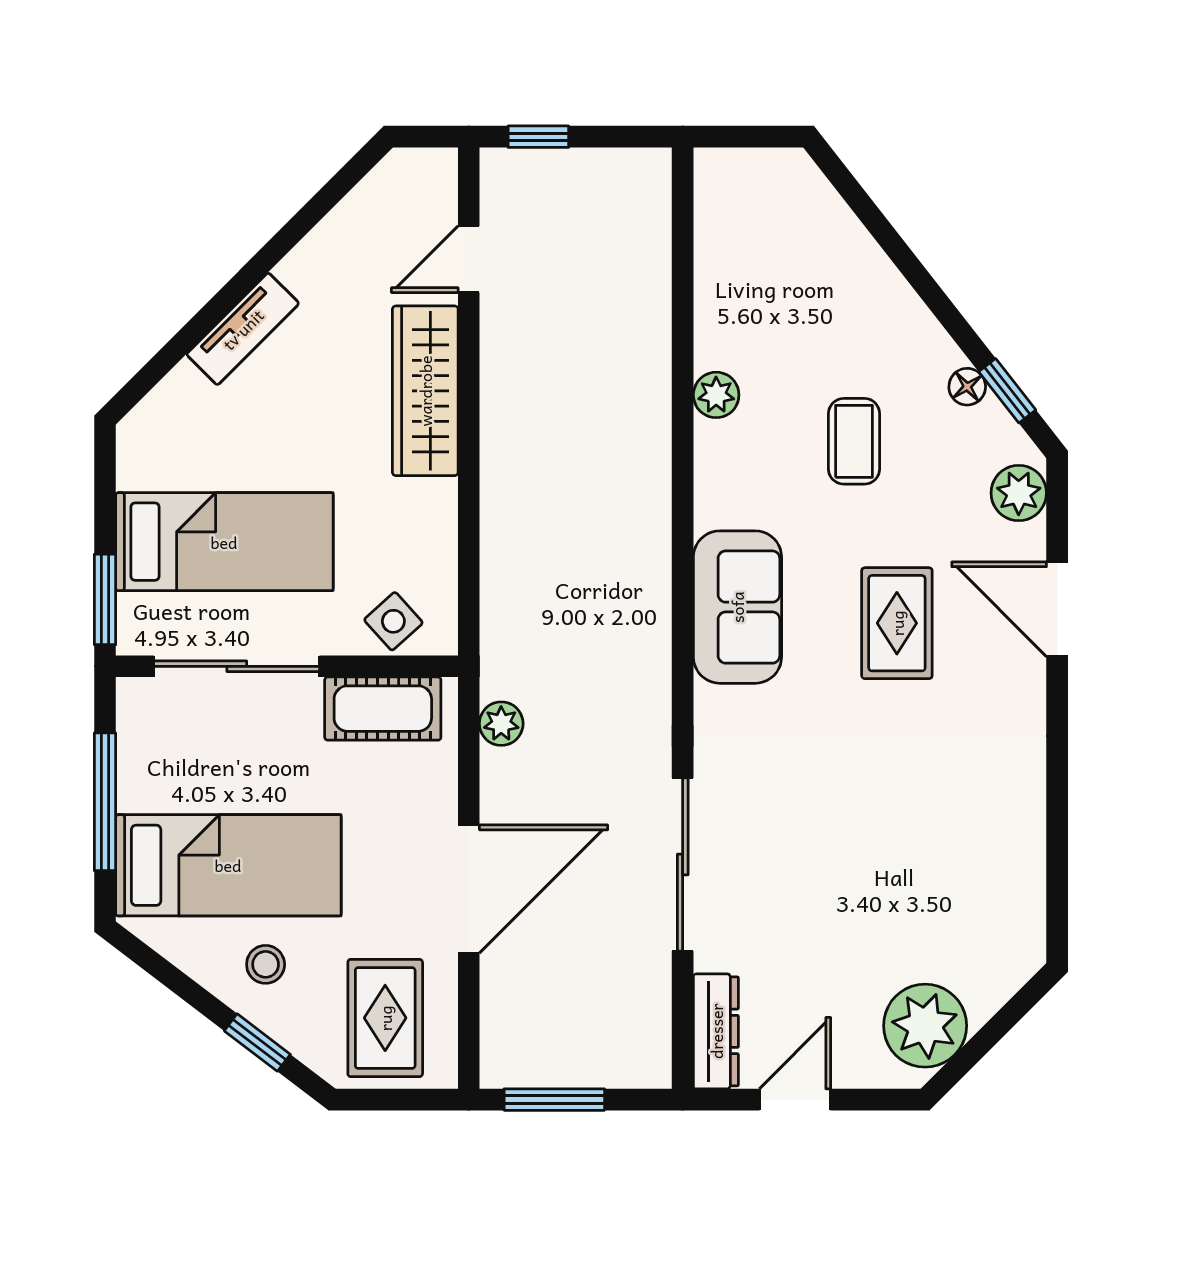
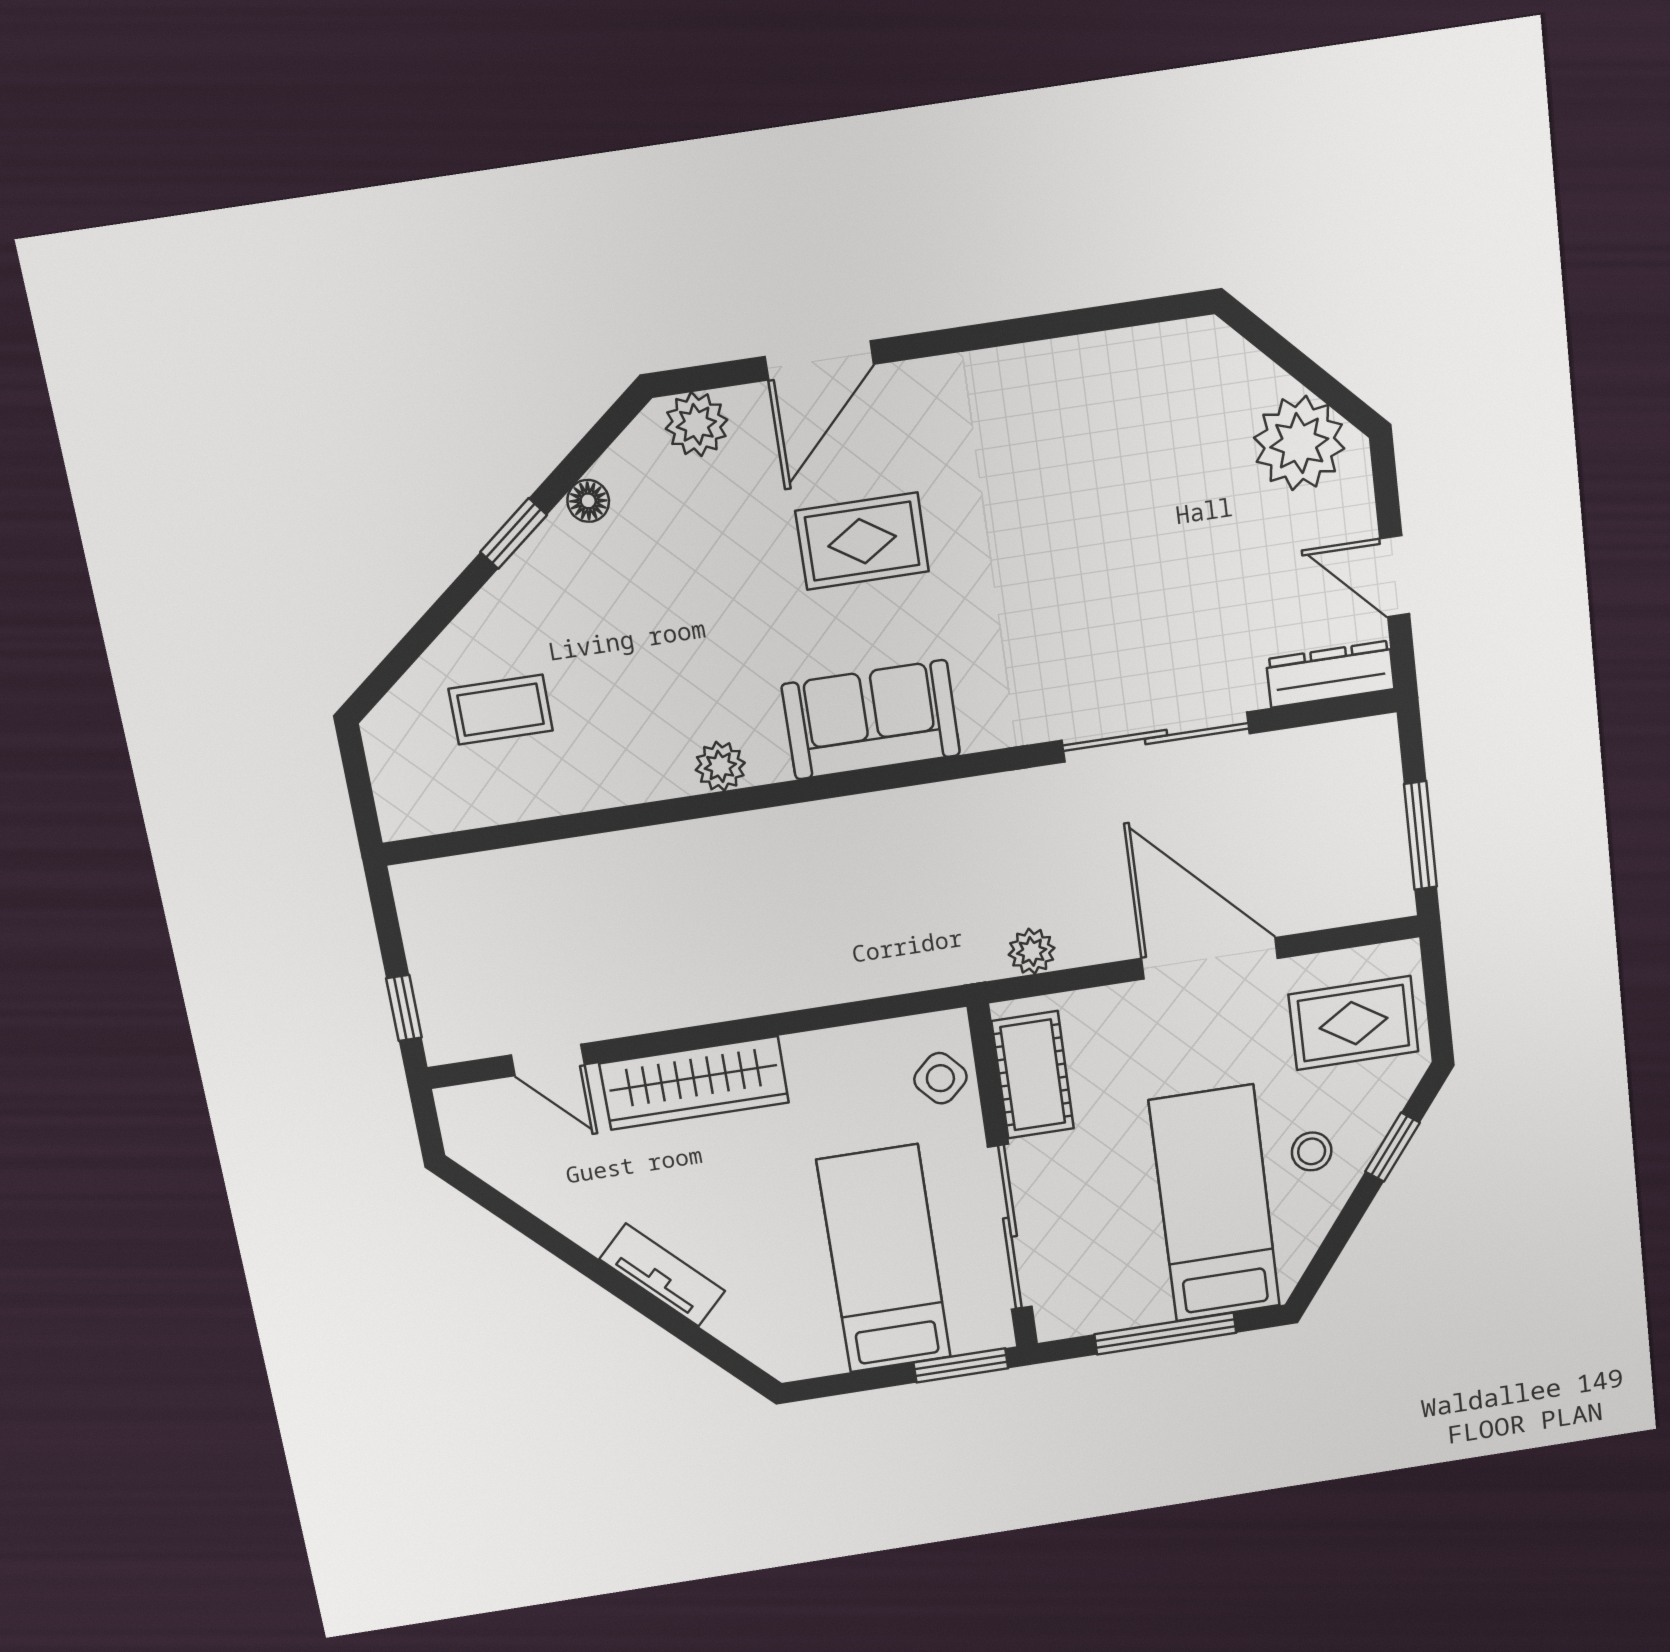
window: (1007, 391) -> (514, 533), moved
plant: (716, 395) -> (720, 766), moved
coffee table: (854, 441) -> (501, 710), moved

